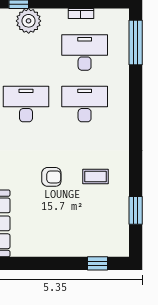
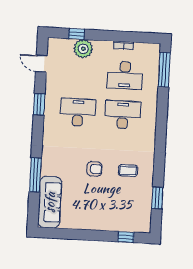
desk: (85, 52) -> (125, 75), turned 180

